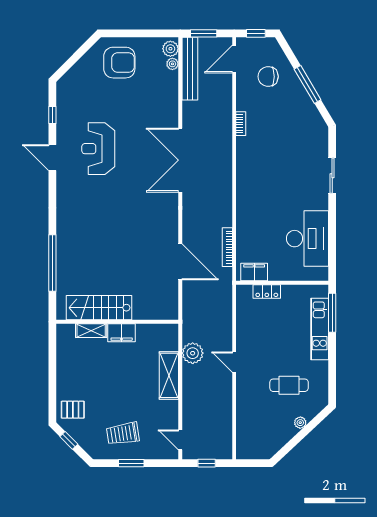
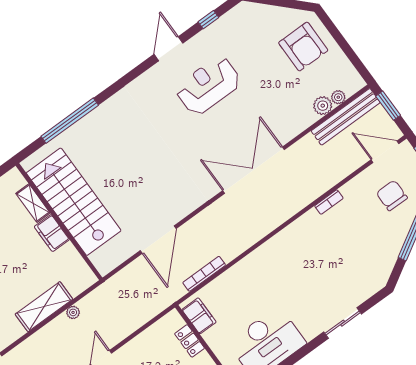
plant: (170, 49) -> (323, 106), moved
stairs: (99, 308) -> (74, 202), width x1.36, depth x1.51
plant: (193, 353) -> (73, 312), width x0.53, depth x0.53

